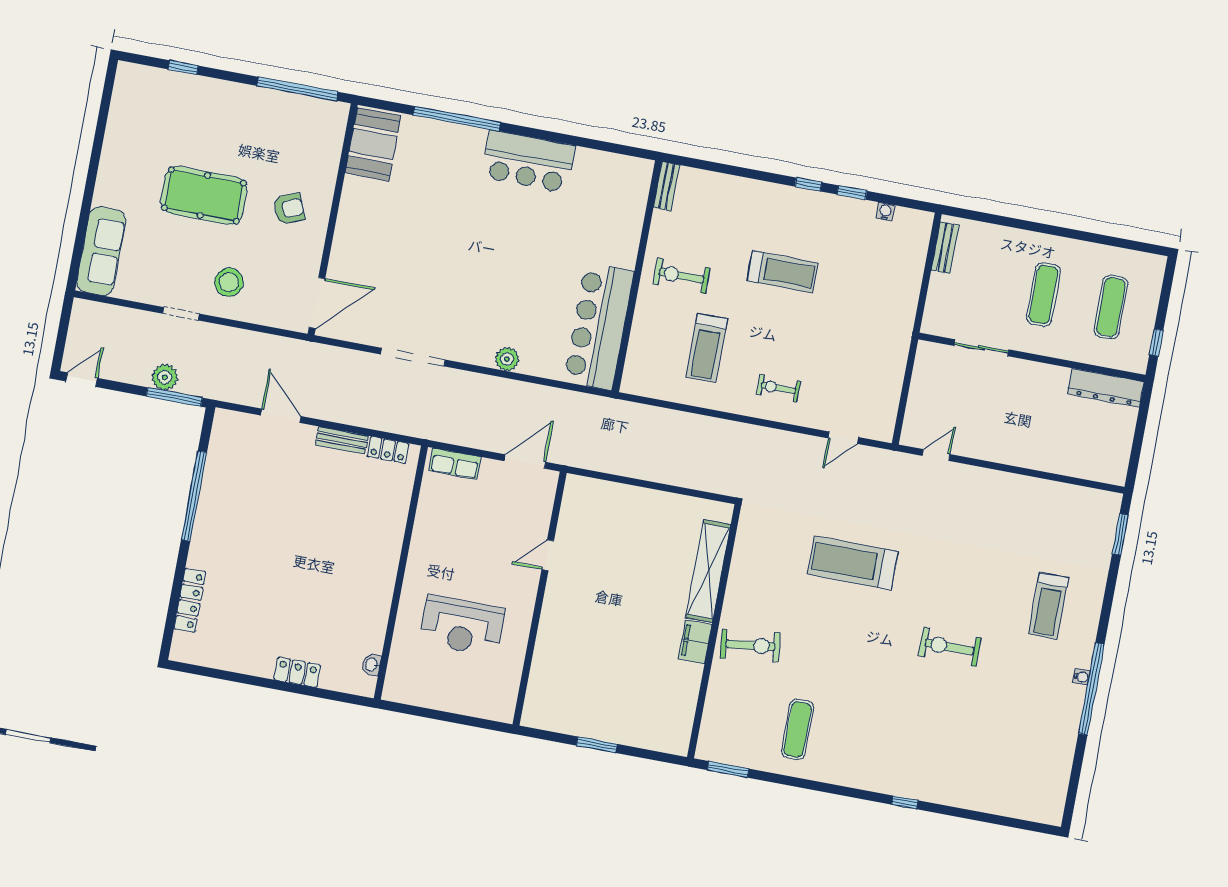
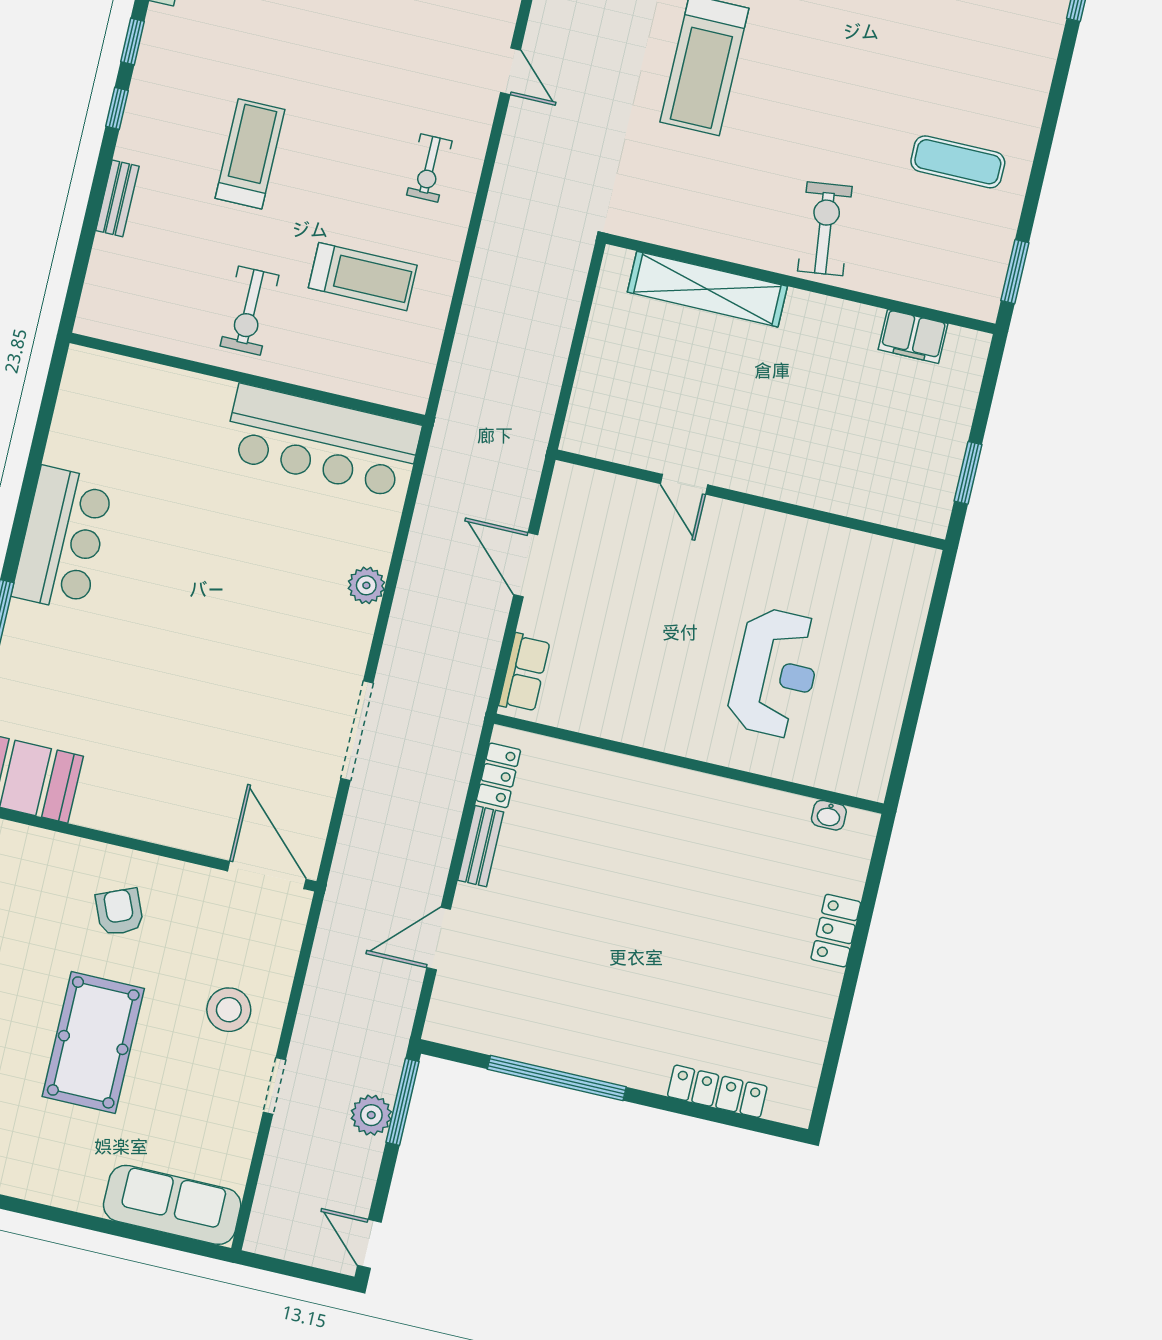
bench: (666, 186) -> (117, 198), moved, turned 90
door: (548, 555) -> (684, 484), moved
wall: (540, 599) -> (750, 500), moved
filing cabinet: (695, 642) -> (913, 337), moved

